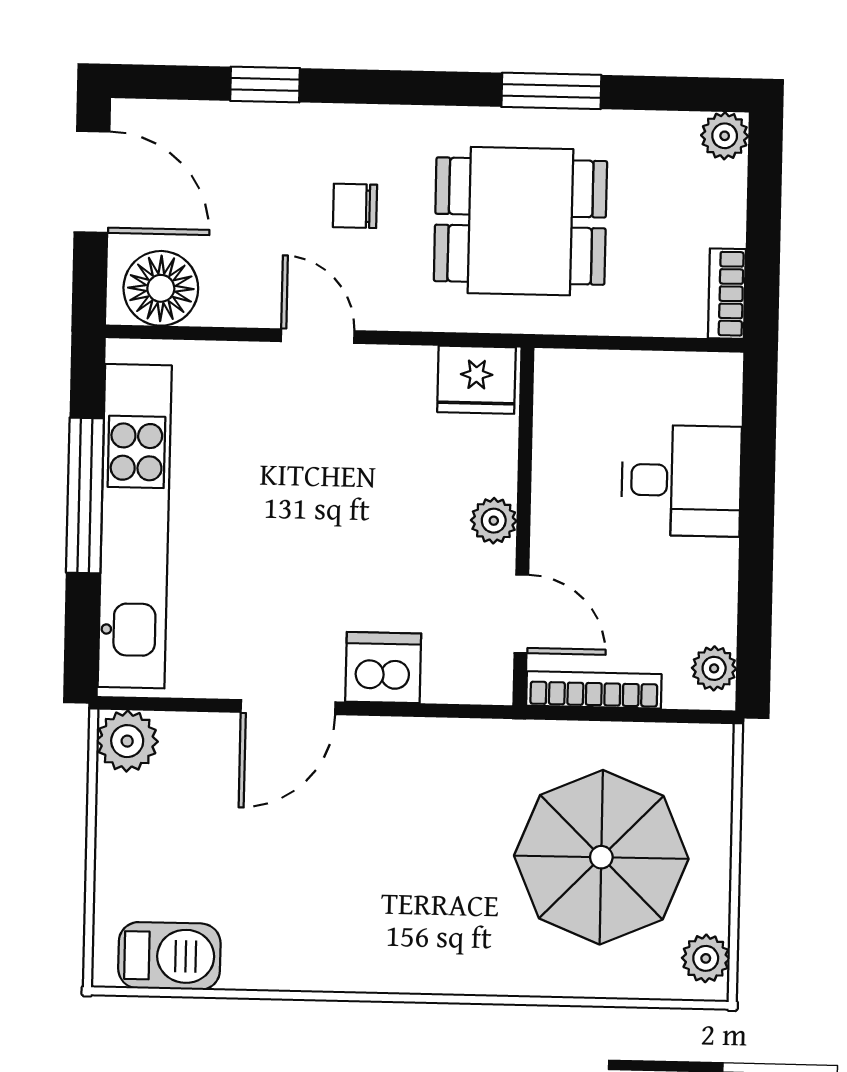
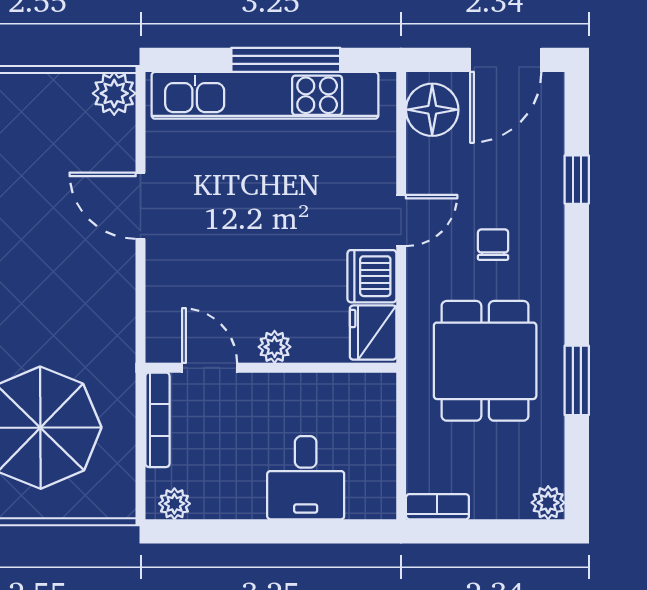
door: (521, 614) -> (210, 368), swing flipped
dishwasher: (383, 668) -> (372, 276), moved, turned 180

